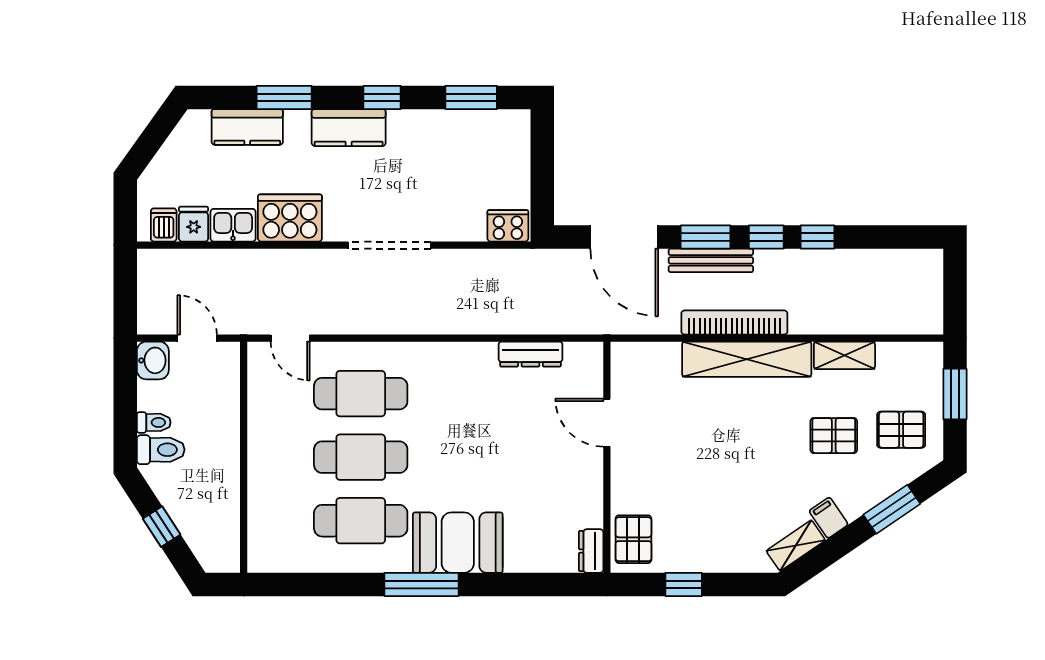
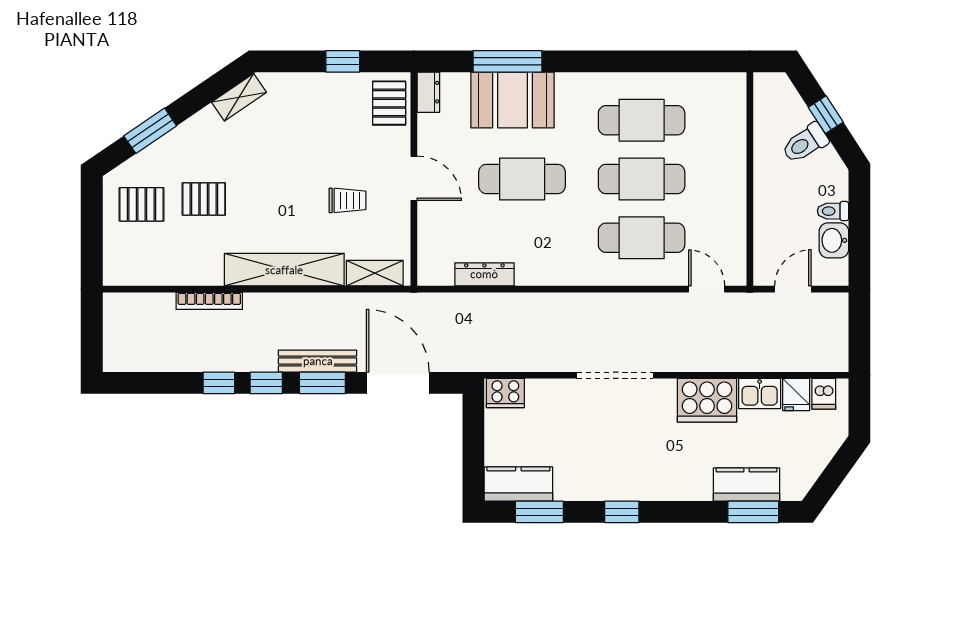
window: (284, 97) -> (753, 512), moved
kitchen counter: (349, 128) -> (518, 484), moved
bookcase: (734, 322) -> (209, 301), moved, width x0.68, depth x0.76
door: (197, 338) -> (793, 289), swing flipped
shelving: (844, 355) -> (375, 273), moved
washbasin: (153, 360) -> (834, 240), moved
window: (955, 394) -> (92, 237), removed
door: (607, 423) -> (414, 178), moved
trolley: (679, 434) -> (347, 200), added
toilet: (161, 450) -> (805, 143), moved, turned -33
cafe table: (490, 457) -> (522, 179), added
filing cabinet: (829, 518) -> (209, 123), removed
booth: (458, 543) -> (513, 100), moved
window: (421, 584) -> (508, 61), moved

